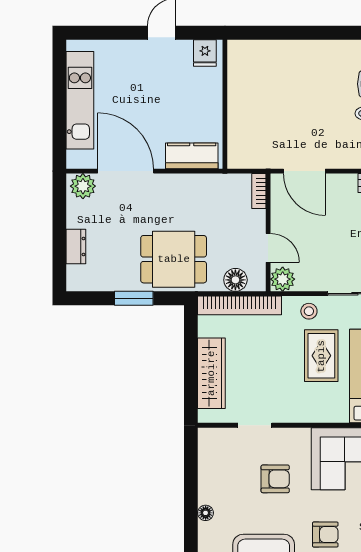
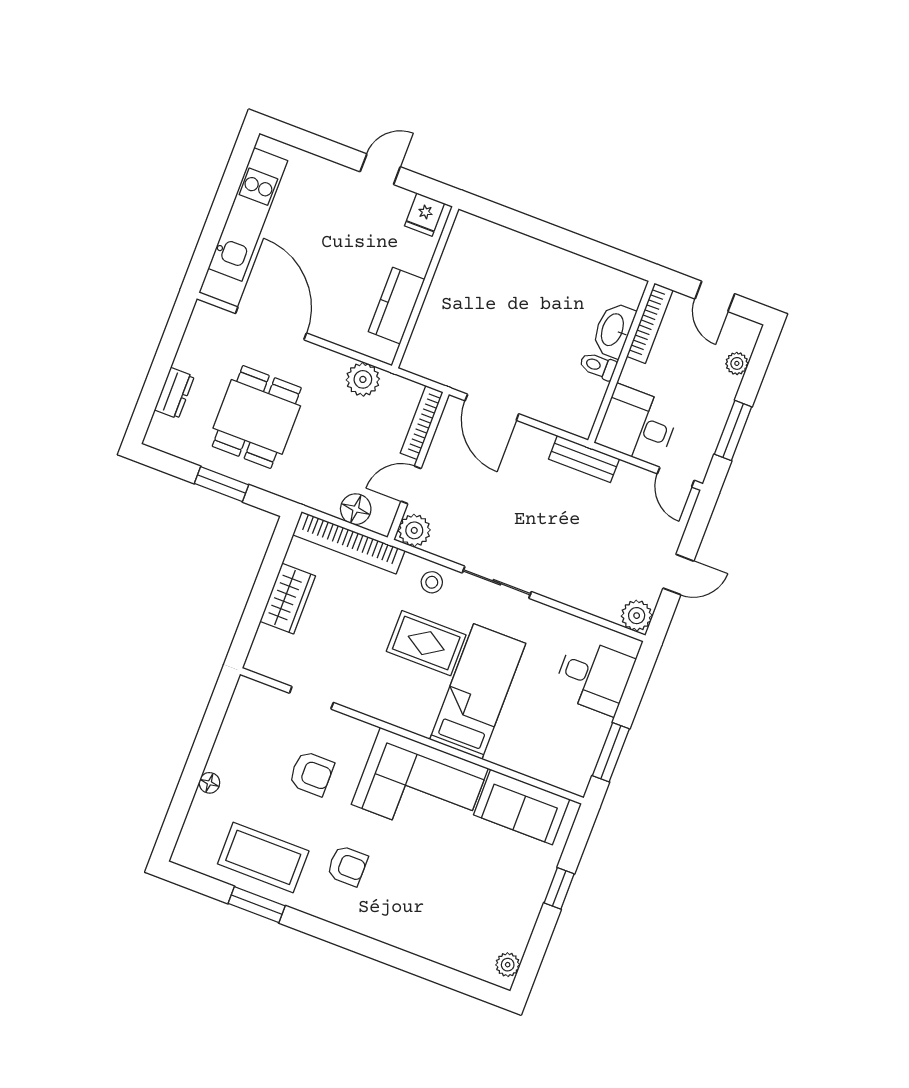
kitchen counter: (192, 156) -> (397, 306), moved, turned -90
plant: (83, 186) -> (363, 379), moved
bookcase: (259, 191) -> (422, 422), width x1.56
door: (268, 248) -> (411, 485), swing flipped
dining table: (174, 259) -> (257, 417), moved, turned 90
rug: (321, 356) -> (426, 643), turned 90
wardrobe: (211, 373) -> (288, 599), width x0.67

